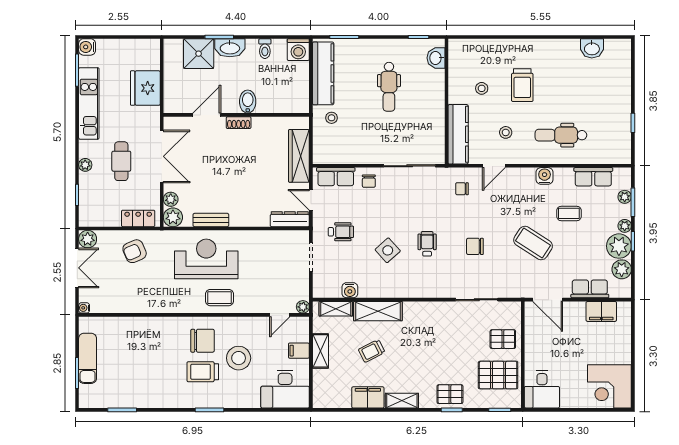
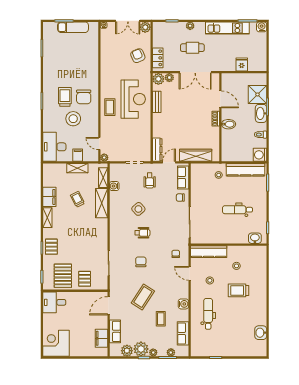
fridge: (145, 88) -> (242, 64), width x0.53, depth x0.75

